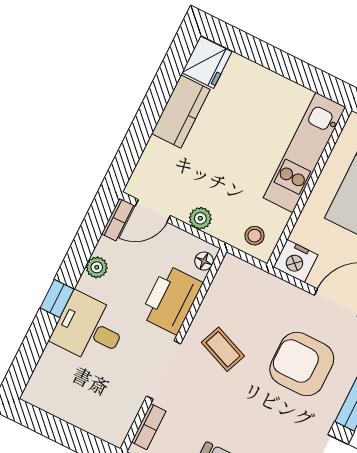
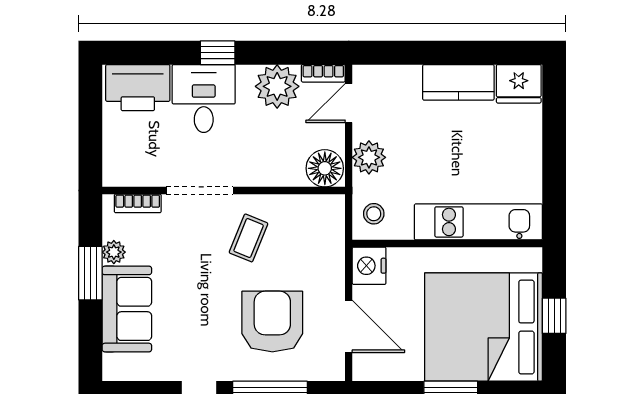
door: (153, 211) -> (349, 103), hinge flipped
plant: (200, 218) -> (369, 157), width x1.38, depth x1.38
floor lamp: (204, 261) -> (325, 168), width x1.89, depth x1.89
plant: (97, 267) -> (277, 86), width x1.88, depth x1.88
printer: (171, 300) -> (138, 88), moved, turned 180

